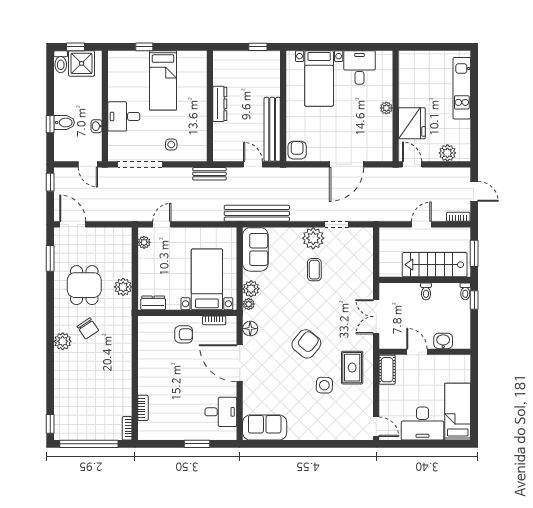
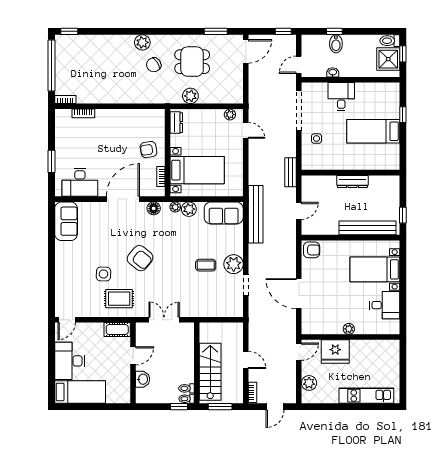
bench: (272, 129) -> (367, 228), moved
toilet: (426, 291) -> (186, 388), moved
armchair: (184, 334) -> (148, 150), turned 80
desk: (221, 412) -> (80, 182), width x1.37

